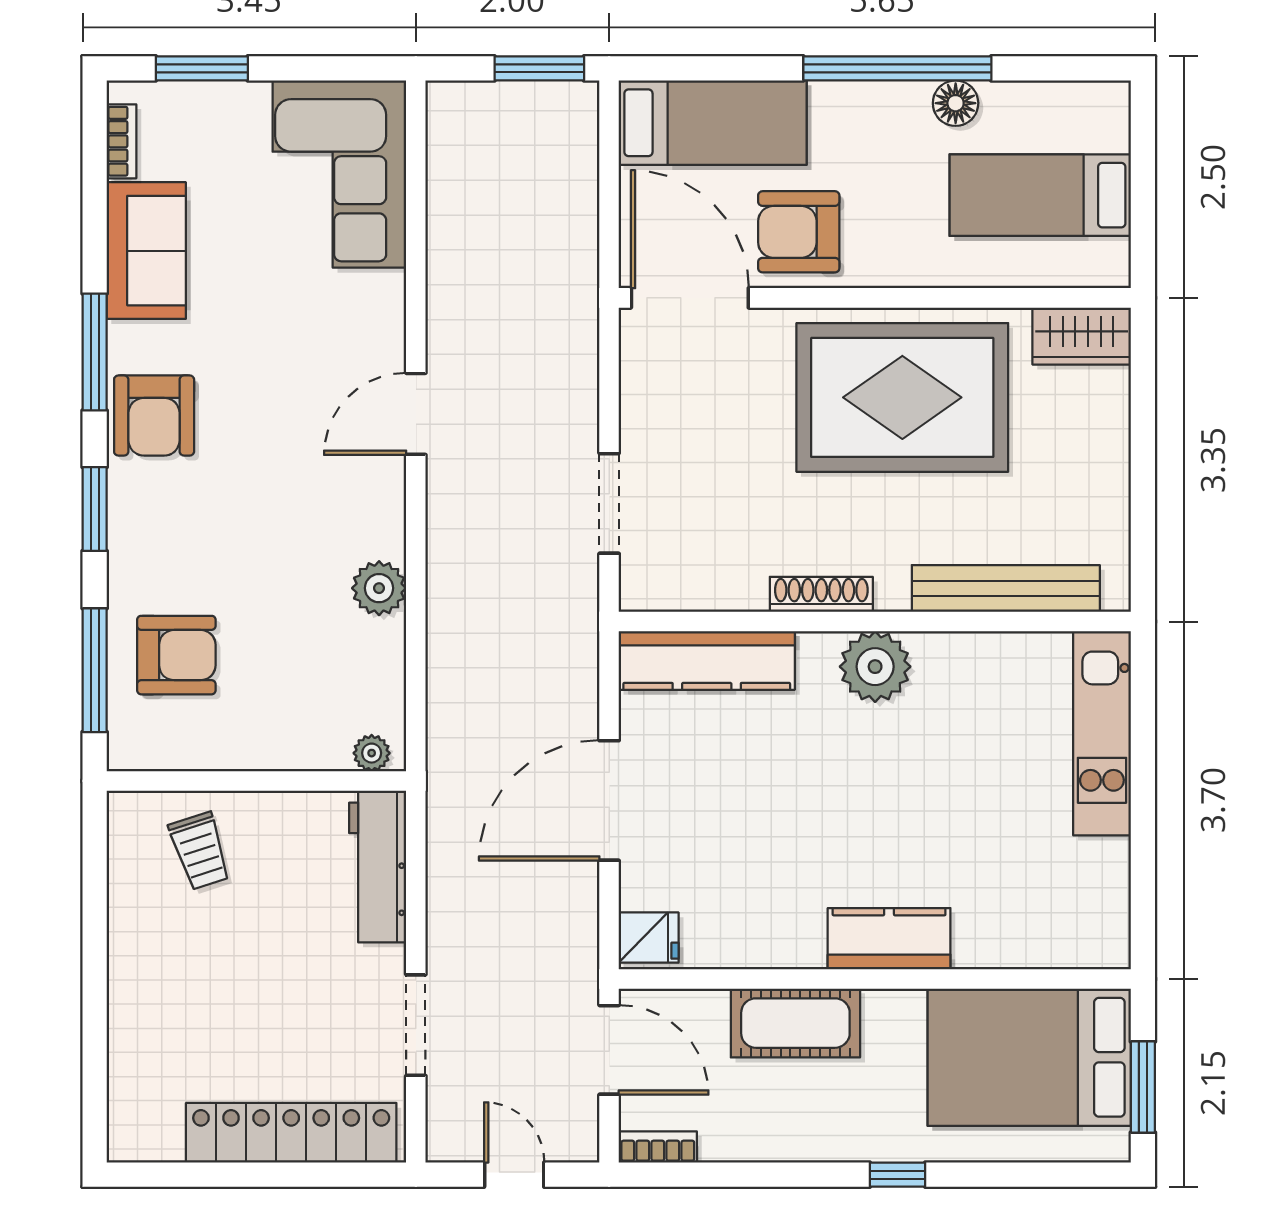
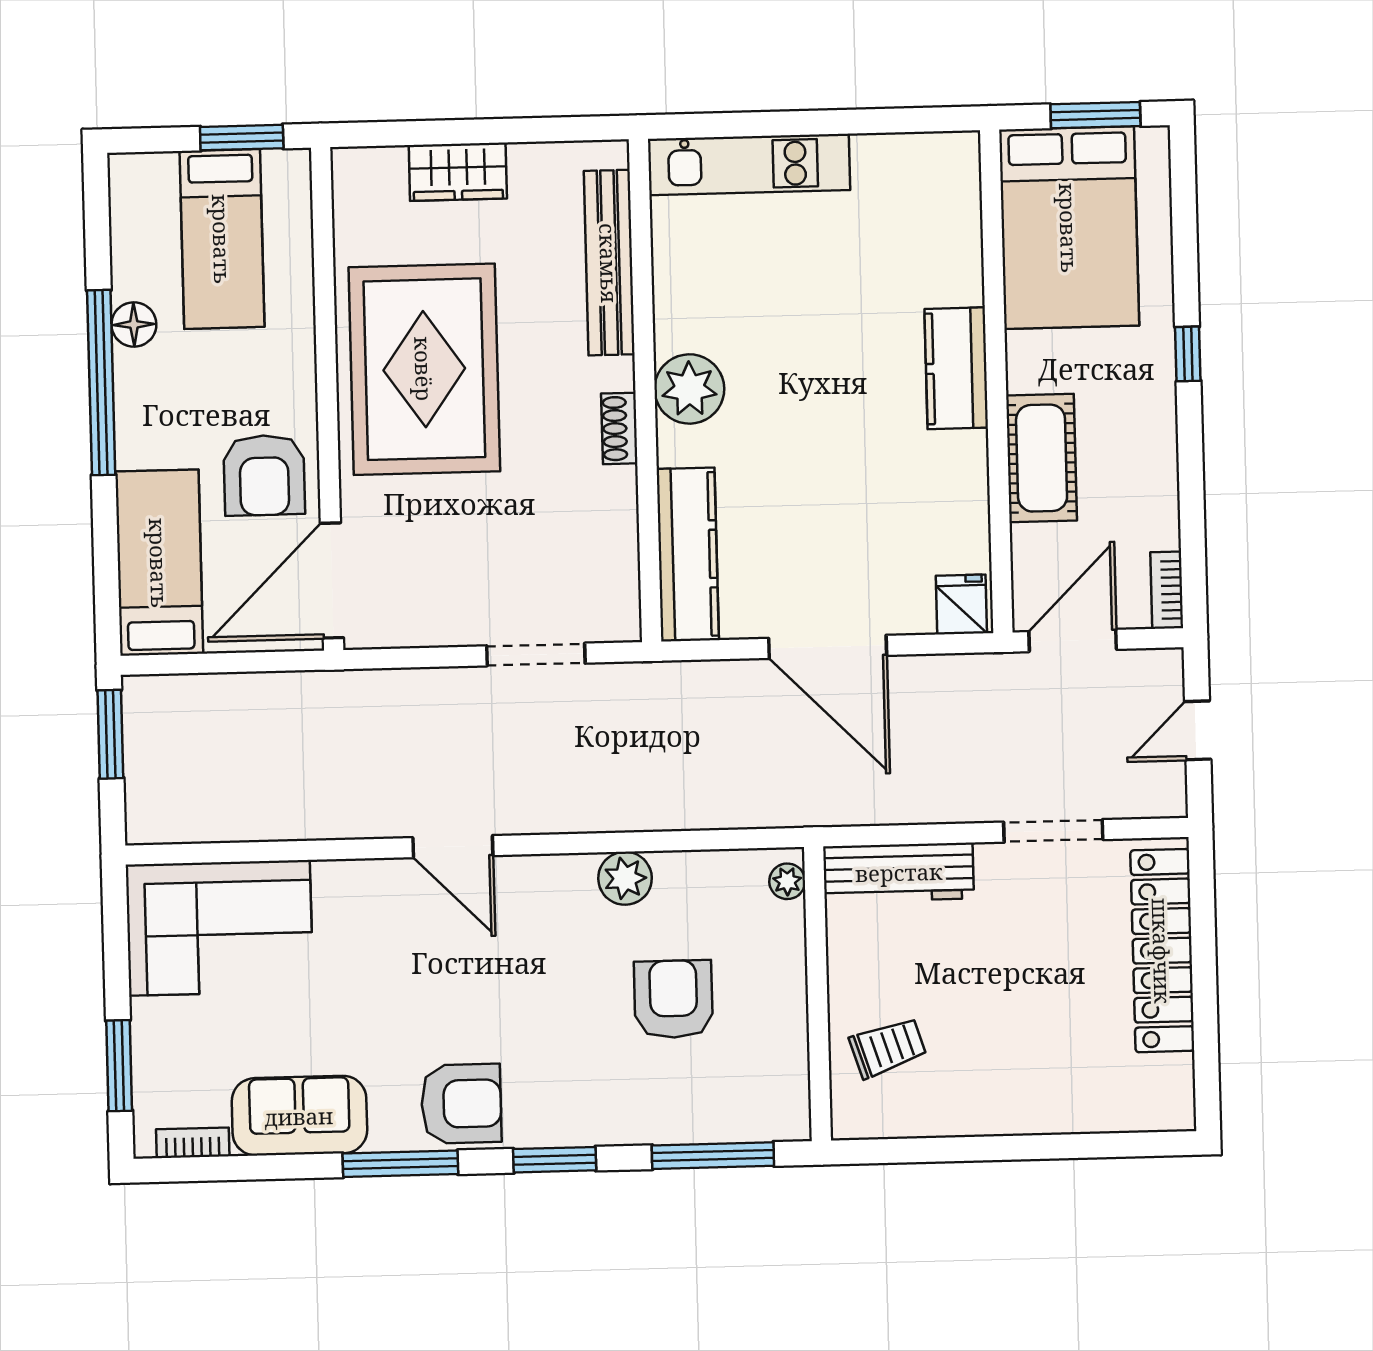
window: (1143, 218) -> (242, 138), added
wardrobe: (1082, 336) -> (458, 172), moved, turned 90
shoe rack: (821, 594) -> (619, 428), width x0.70
armchair: (176, 655) -> (673, 999), moved

